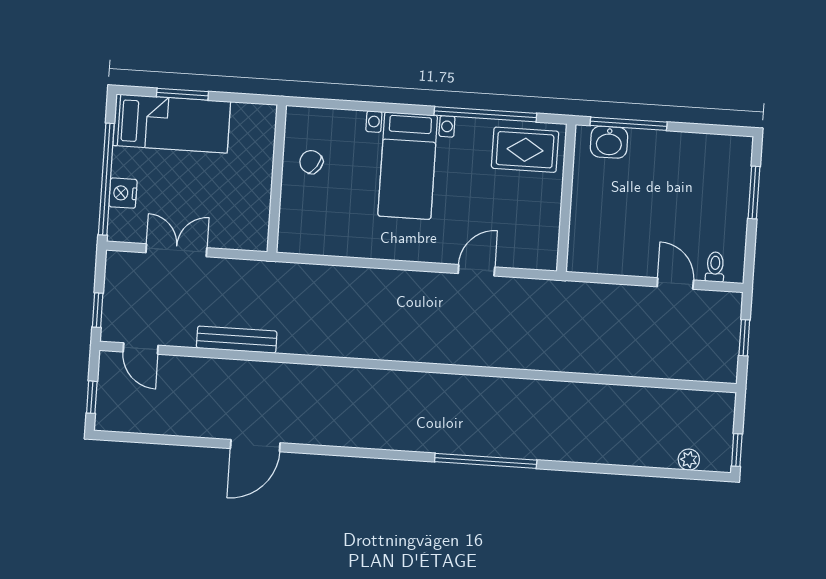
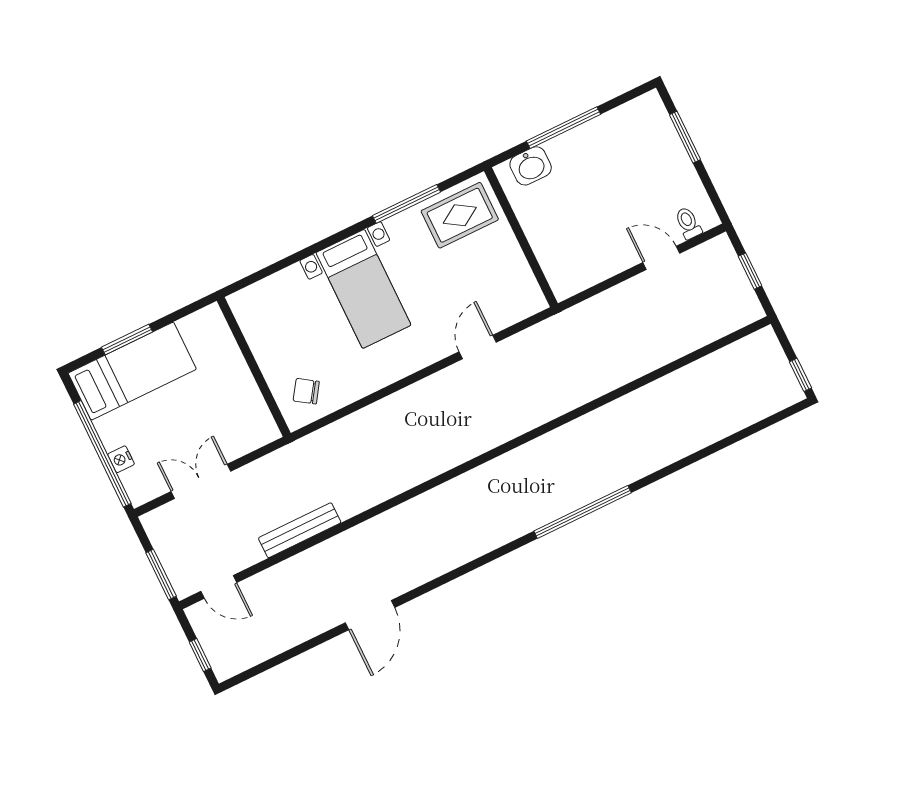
window: (485, 114) -> (407, 204), width x0.68
window: (629, 124) -> (563, 128), moved
chair: (311, 162) -> (306, 391), moved
nightstand: (123, 193) -> (121, 459), width x0.72, depth x0.74
window: (98, 310) -> (161, 575), width x1.50
plant: (689, 460) -> (763, 408), removed

